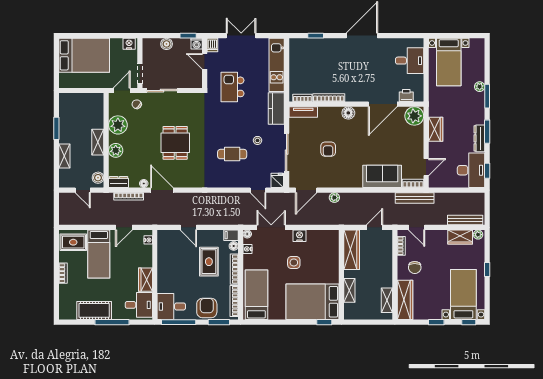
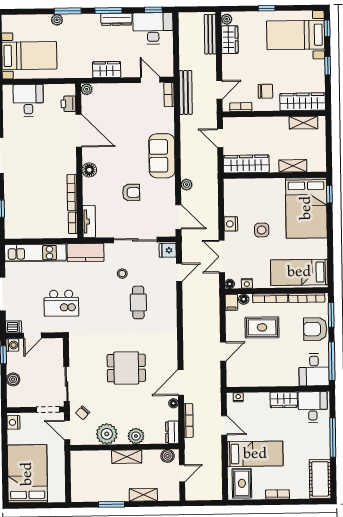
plant: (414, 116) -> (87, 89), width x0.53, depth x0.53
sofa: (382, 176) -> (162, 156), moved
cot: (94, 310) -> (320, 479), moved

